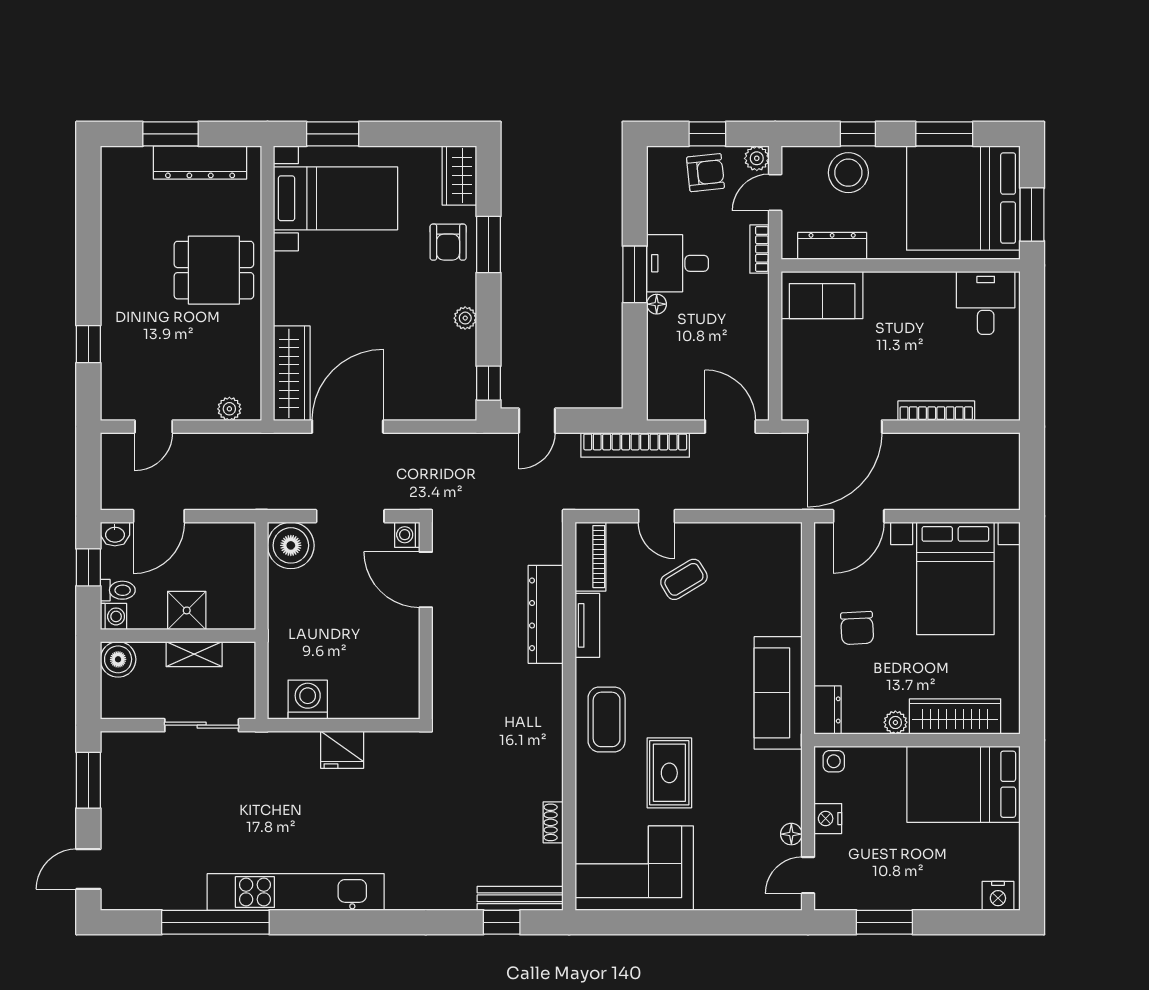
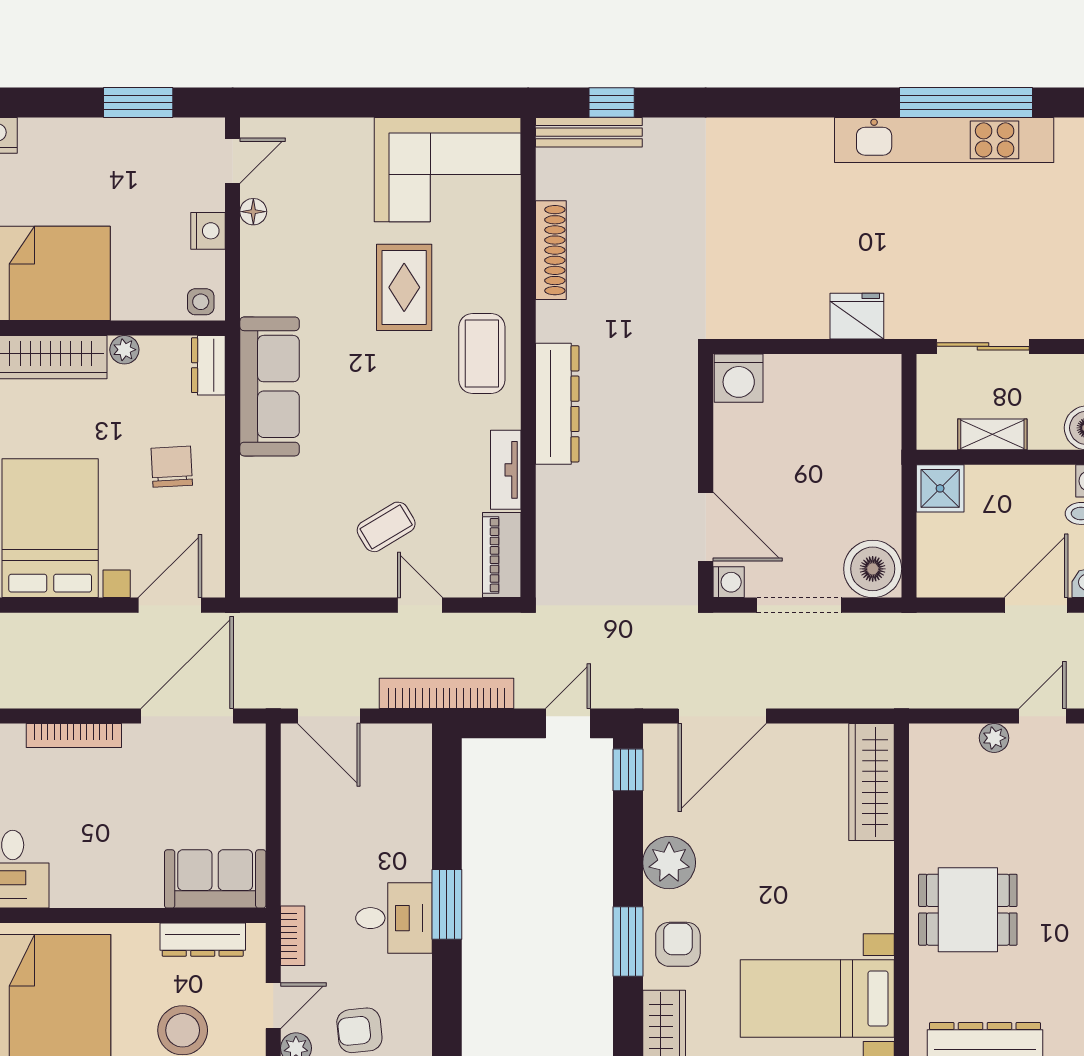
floor lamp: (657, 304) -> (420, 868), removed
plant: (465, 318) -> (669, 863), width x1.88, depth x1.88
plant: (229, 409) -> (994, 738), moved
door: (348, 427) -> (722, 716), moved
shower: (187, 610) -> (940, 488), moved
dresser: (546, 614) -> (557, 404), moved
washing machine: (308, 700) -> (739, 378), moved
fridge: (342, 750) -> (857, 316), moved
shoe rack: (553, 822) -> (551, 250), width x1.94, depth x1.24
kitchen unit: (296, 892) -> (944, 140), moved

